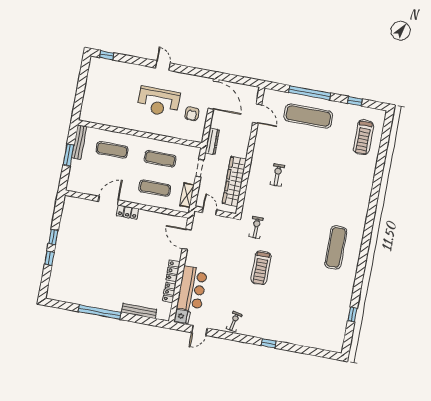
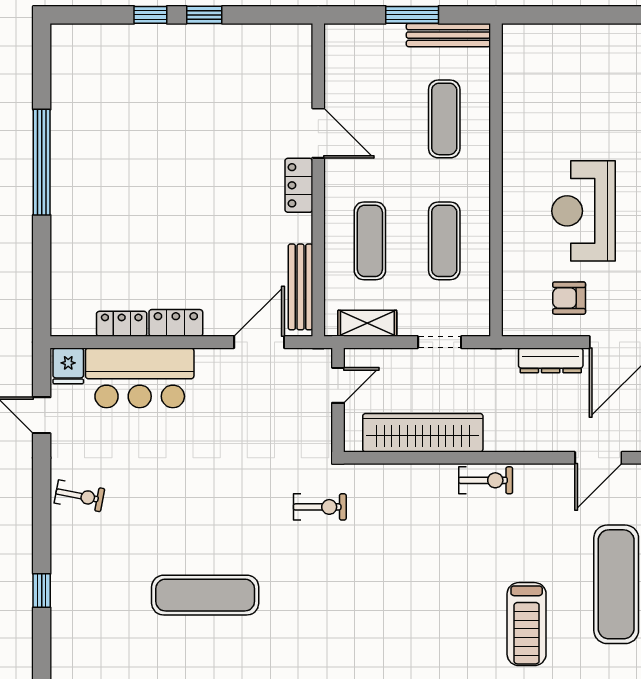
dresser: (212, 141) -> (551, 360), moved
exercise bike: (277, 175) -> (486, 480), moved
treadmill: (261, 268) -> (527, 624), moved, turned -90
exercise mat: (283, 279) -> (205, 595), added
bench: (139, 311) -> (301, 287), moved

